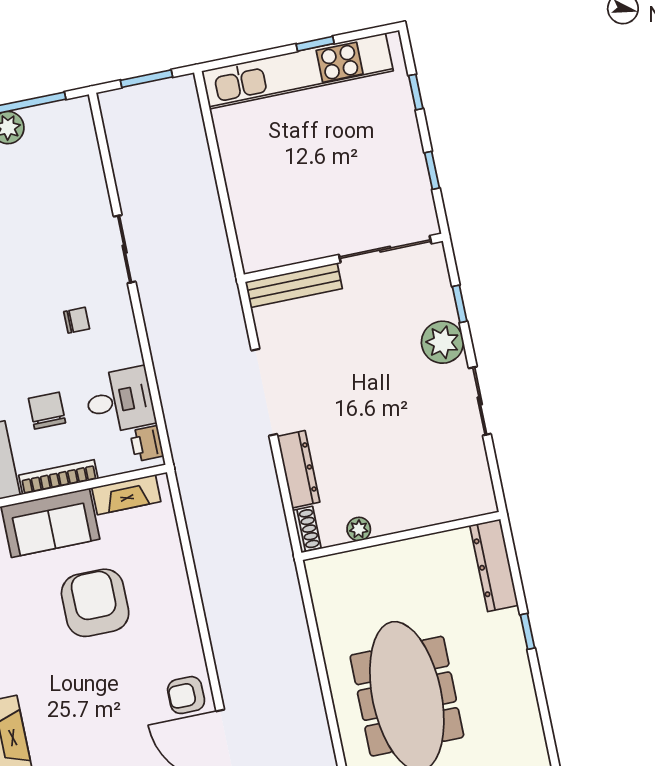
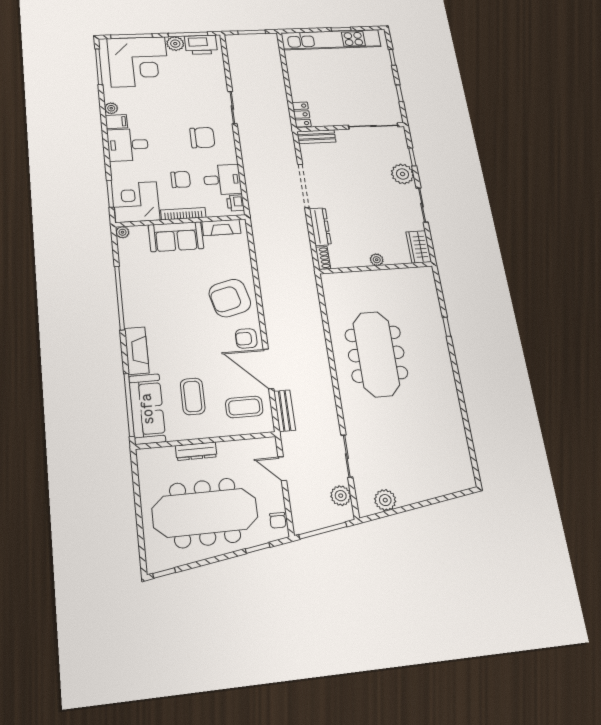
printer: (55, 122) -> (201, 45), added
locker: (252, 245) -> (302, 114), added
bench: (294, 285) -> (316, 137), width x0.73
chair: (77, 320) -> (202, 138), width x1.87, depth x1.87
chair: (47, 411) -> (181, 180), turned 90
wardrobe: (475, 485) -> (419, 247), added
plant: (359, 529) -> (377, 260), moved
dresser: (494, 565) -> (428, 289), removed
armchair: (95, 603) -> (230, 298), moved, turned -104

